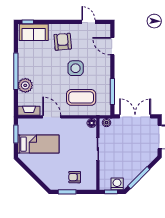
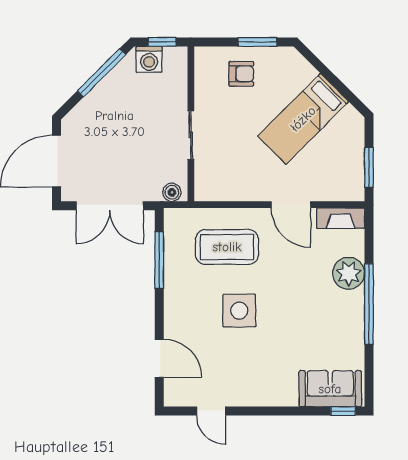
armchair: (63, 42) -> (267, 368), removed
floor lamp: (92, 123) -> (204, 191), removed
bed: (38, 144) -> (303, 119), moved, turned -45

